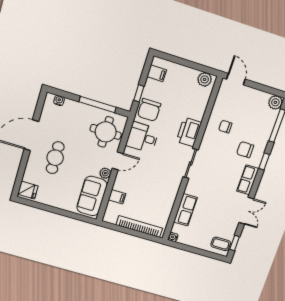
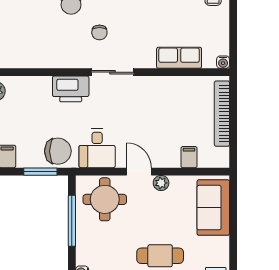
window: (139, 93) -> (40, 172), width x1.50
chair: (225, 127) -> (99, 32), moved
sofa: (92, 196) -> (213, 208), moved, turned 90

